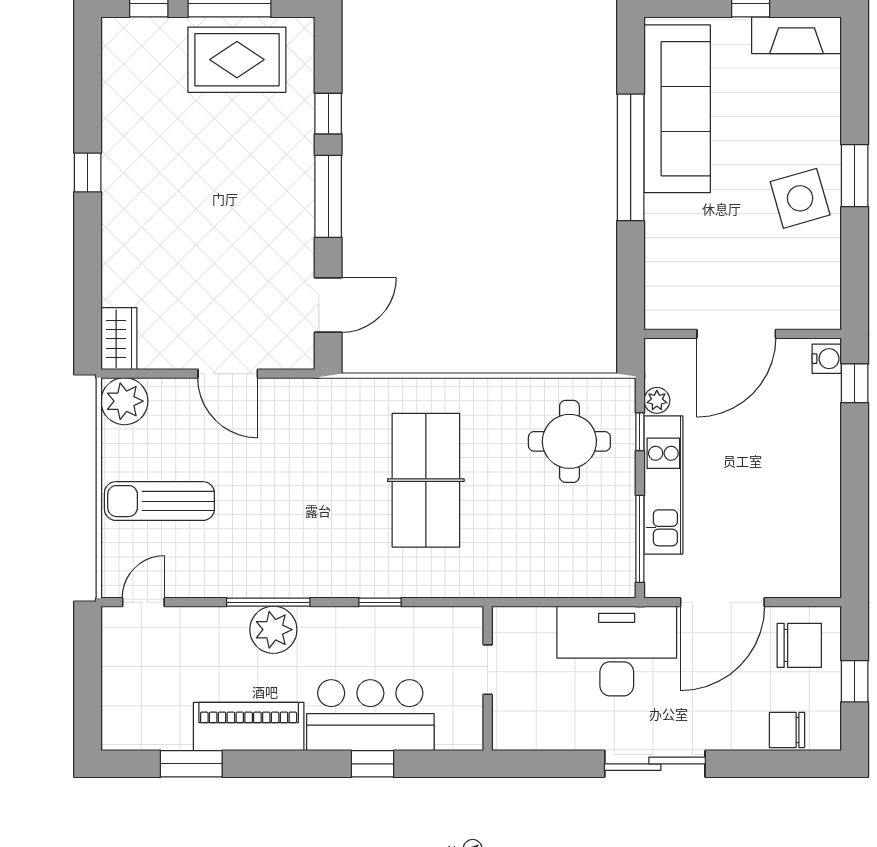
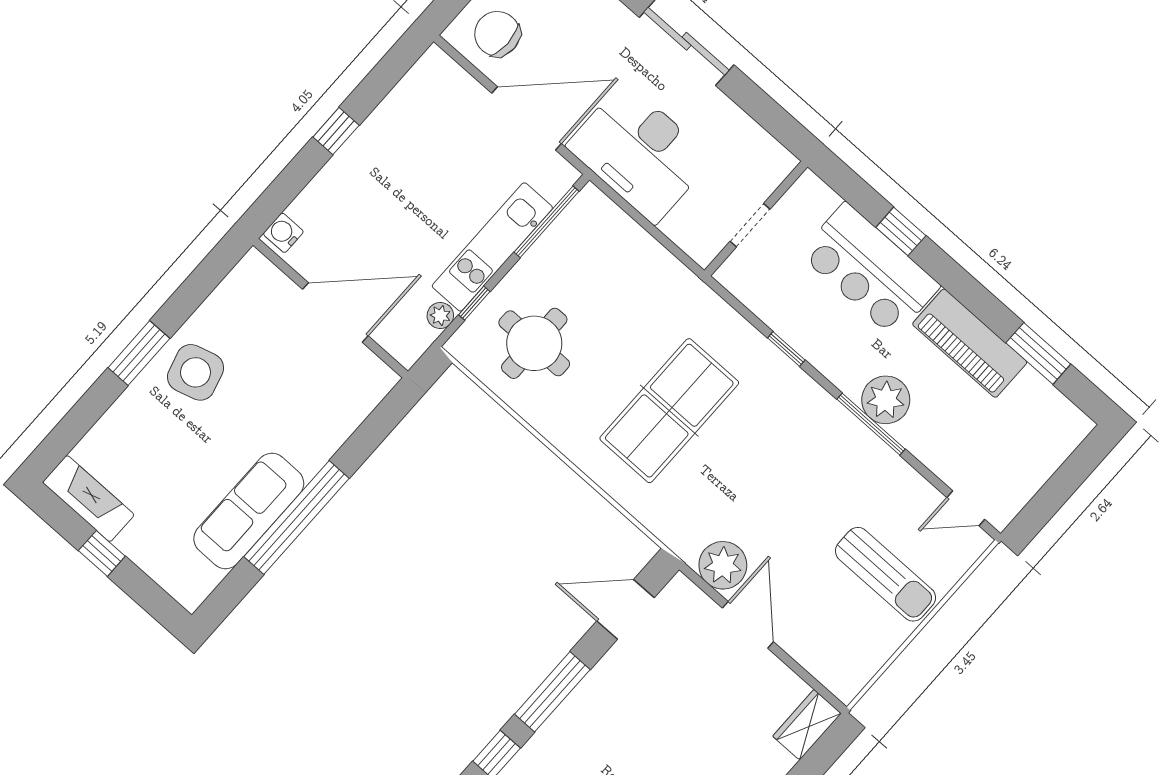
sofa: (677, 109) -> (249, 511), width x0.74, depth x0.79
window: (855, 383) -> (336, 131), moved
plant: (124, 401) -> (723, 565), moved

